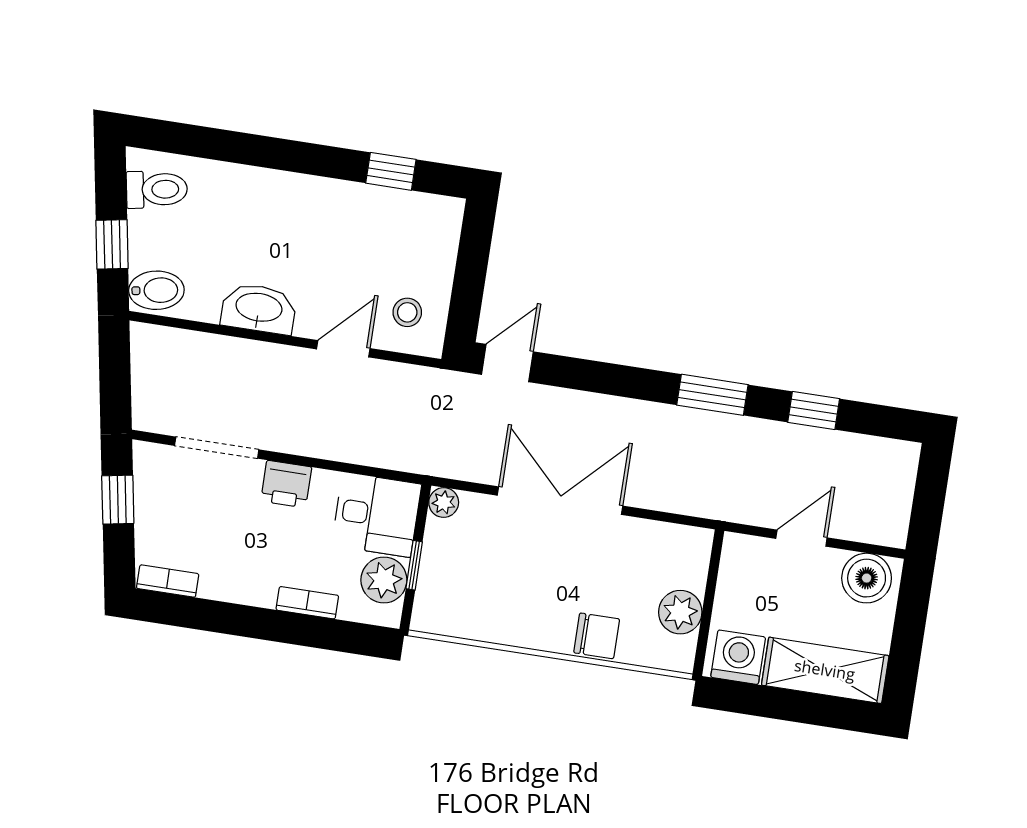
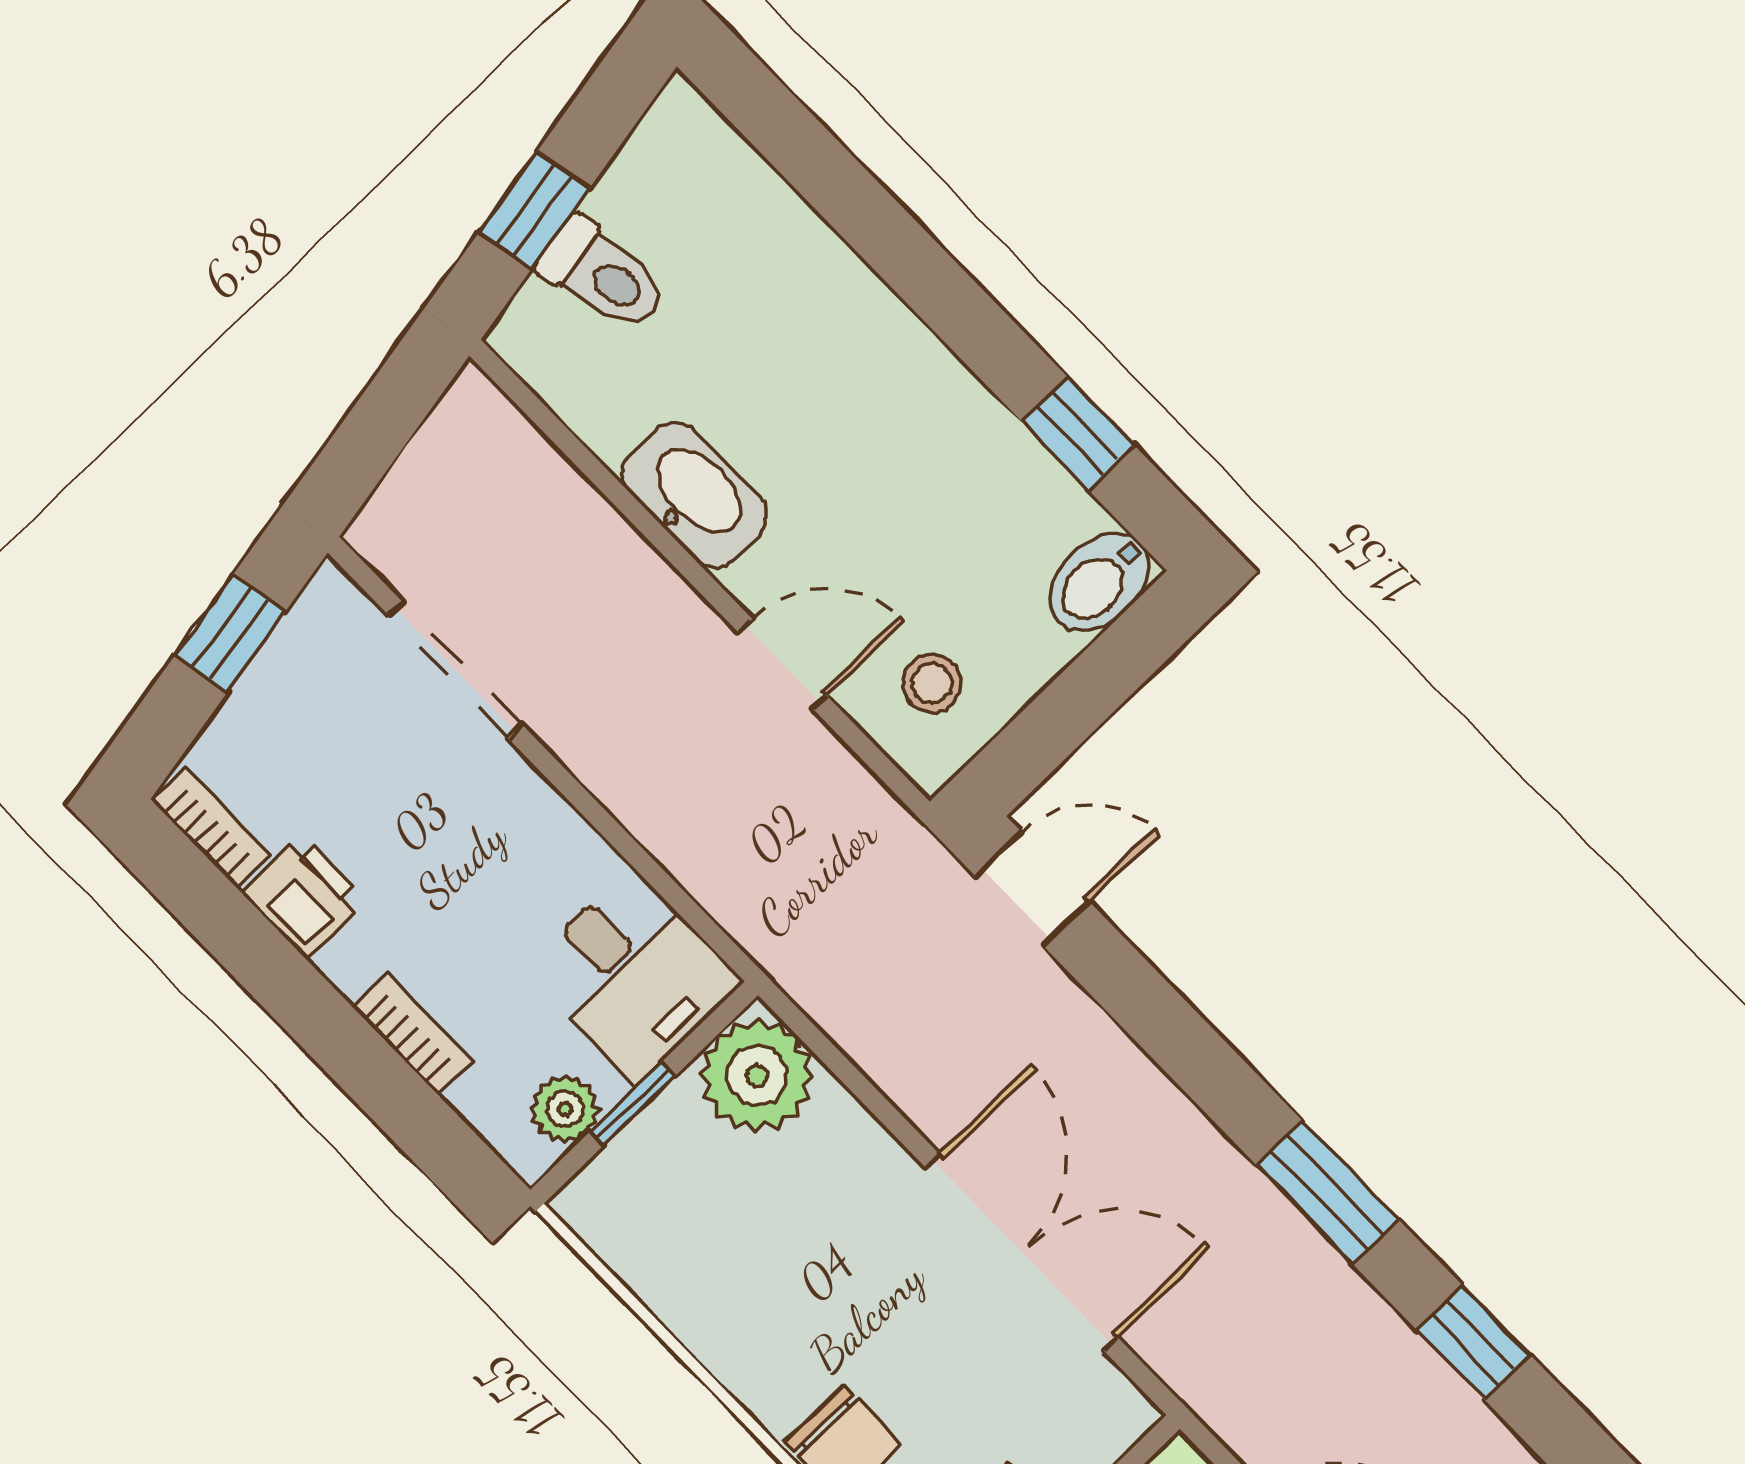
toilet: (157, 189) -> (603, 275), moved
bidet: (156, 290) -> (1099, 582), moved, turned 100
printer: (286, 484) -> (304, 896), moved, turned 180
double door: (560, 501) -> (1022, 1252), moved
plant: (444, 503) -> (757, 1076), width x1.88, depth x1.88
plant: (384, 580) -> (565, 1109), width x0.73, depth x0.73

